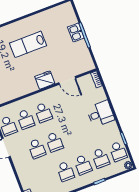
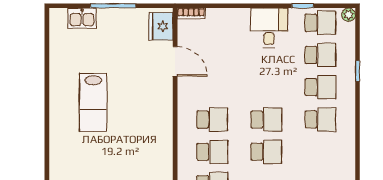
kitchen sink: (76, 33) -> (82, 18), moved
fridge: (45, 80) -> (161, 26), moved
door: (67, 80) -> (175, 61), hinge flipped
desk: (101, 114) -> (269, 28), moved

